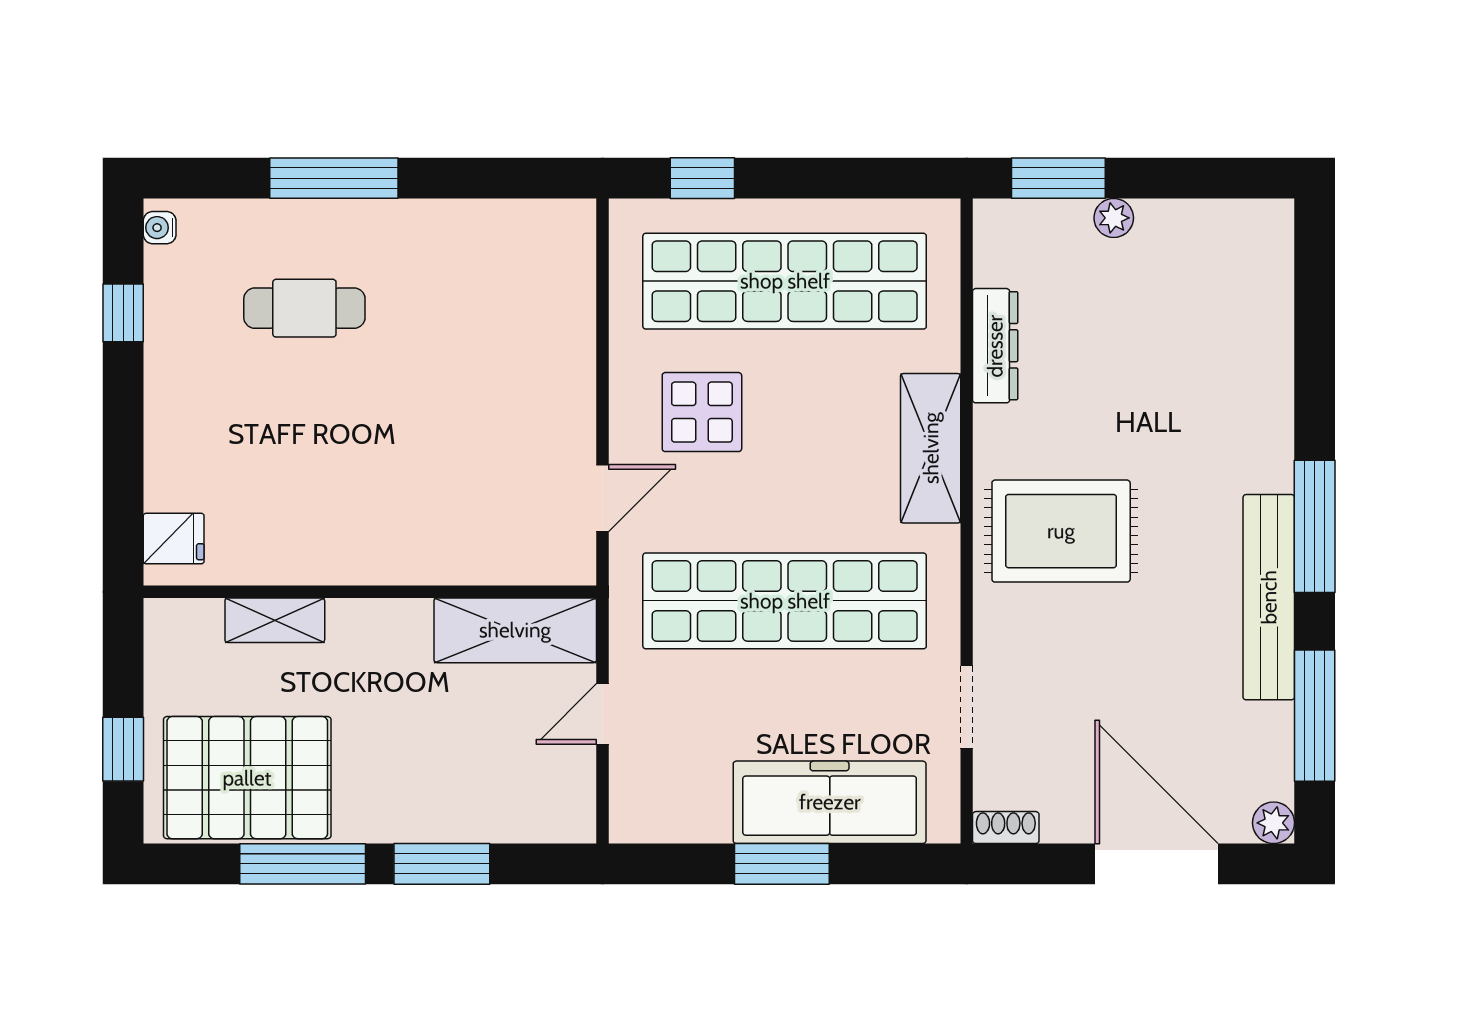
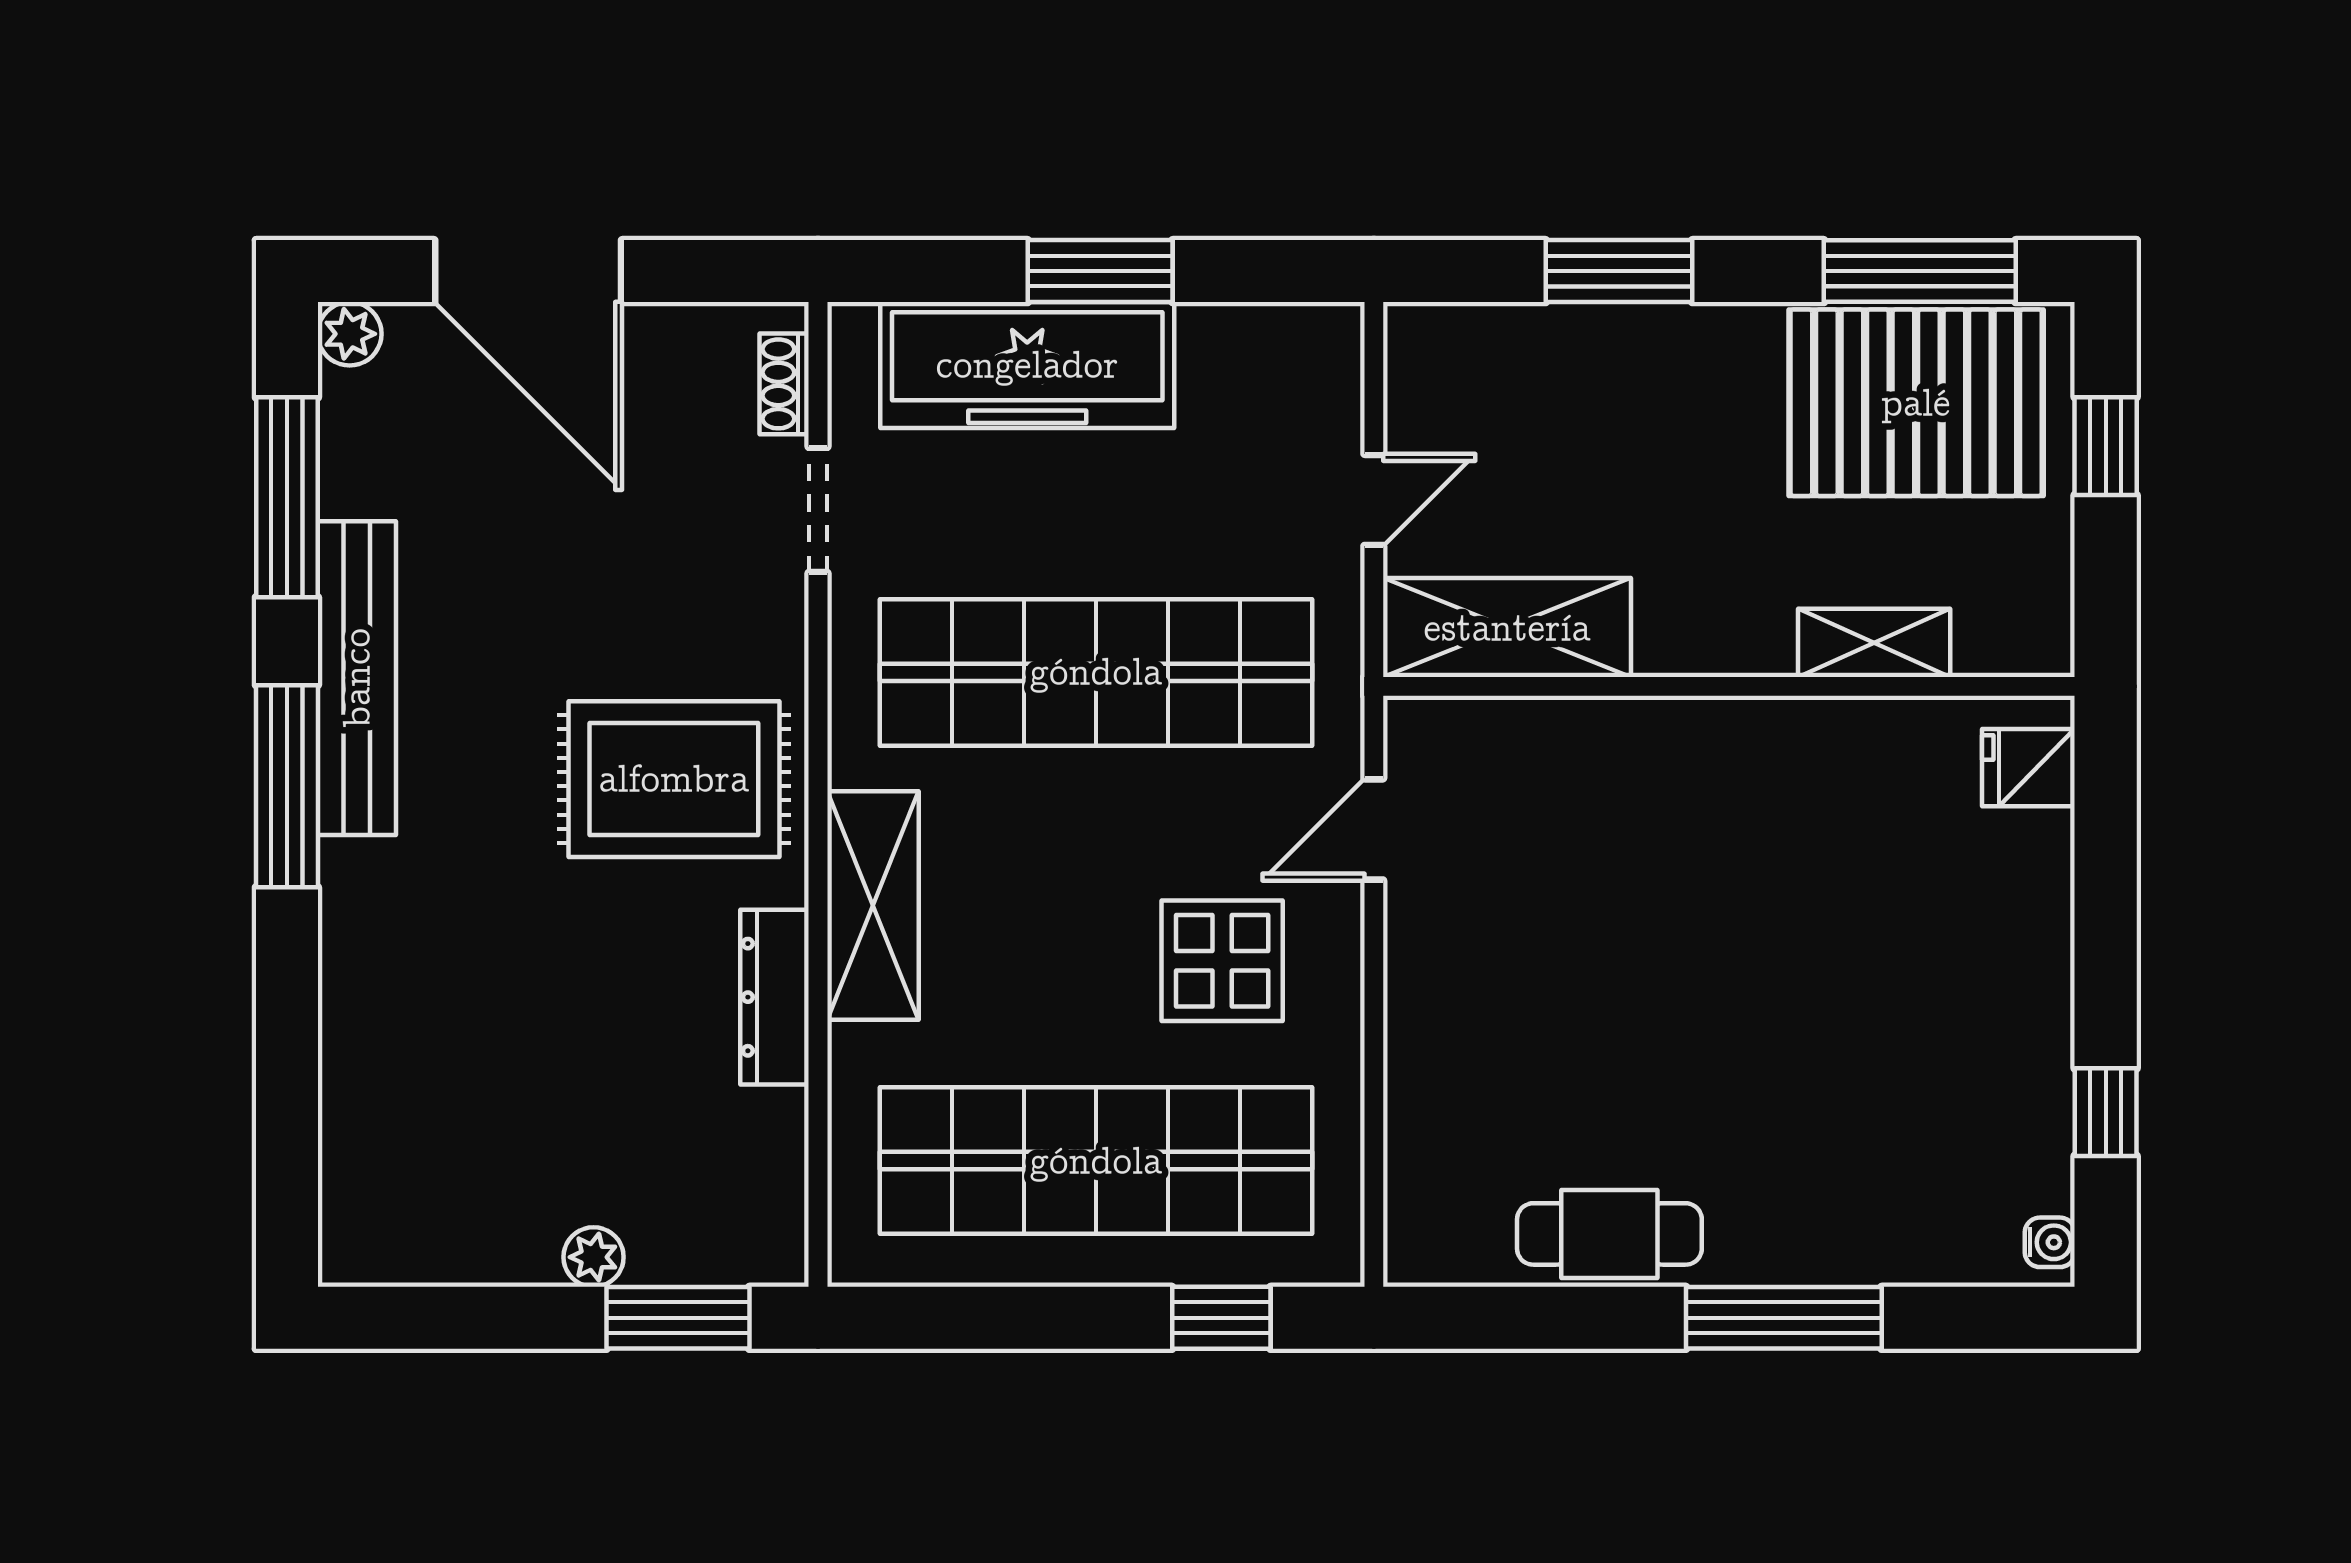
cafe table: (304, 308) -> (1609, 1234), moved
dresser: (995, 346) -> (775, 997), moved
shoe rack: (1006, 828) -> (784, 384), moved, turned 90
window: (303, 864) -> (1920, 271), moved

